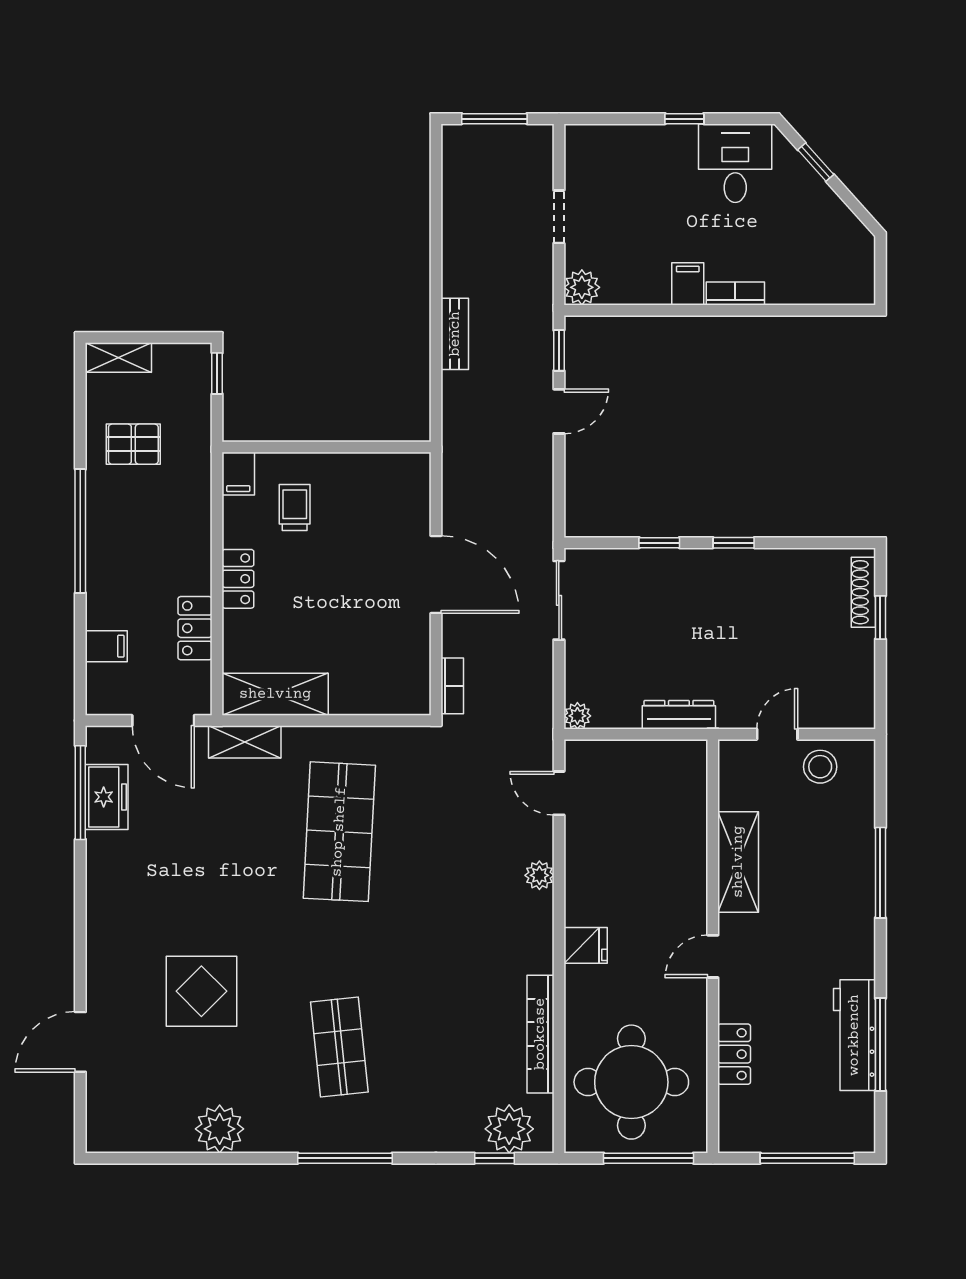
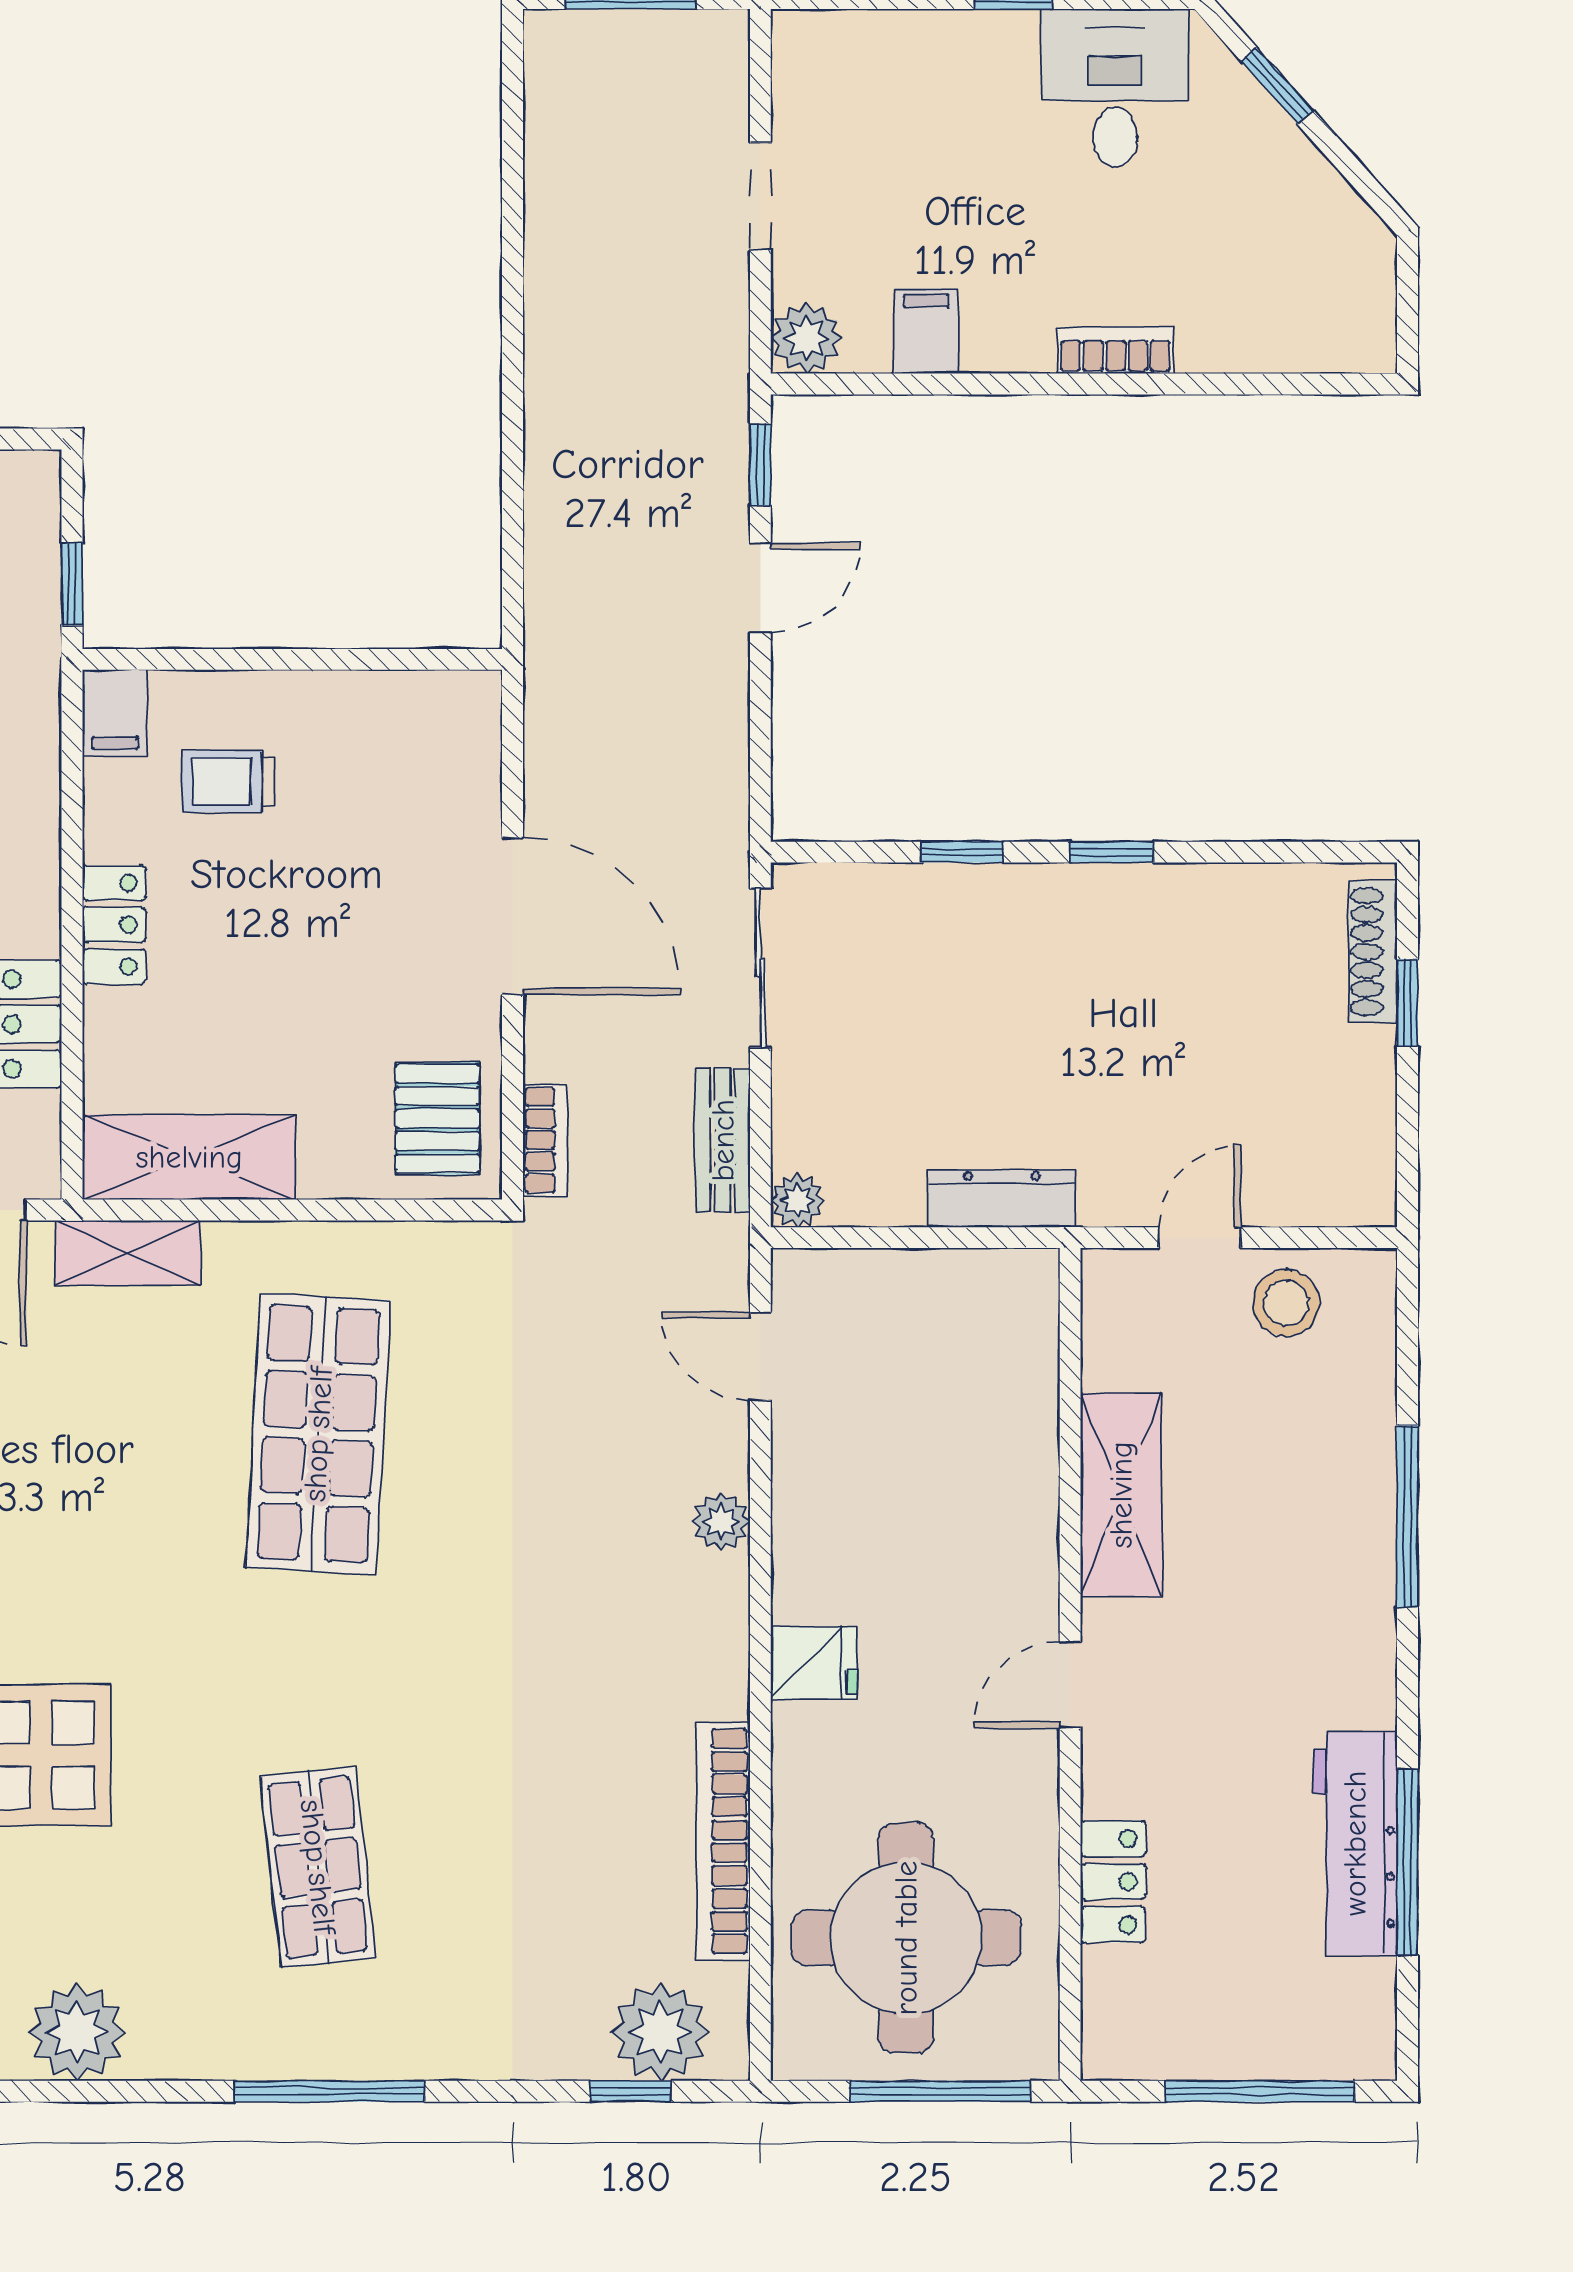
filing cabinet: (688, 284) -> (926, 331), moved
bench: (455, 334) -> (723, 1140), moved
window: (217, 373) -> (72, 584), moved
trolley: (295, 507) -> (228, 781), turned -90
pallet: (399, 675) -> (437, 1118), added

